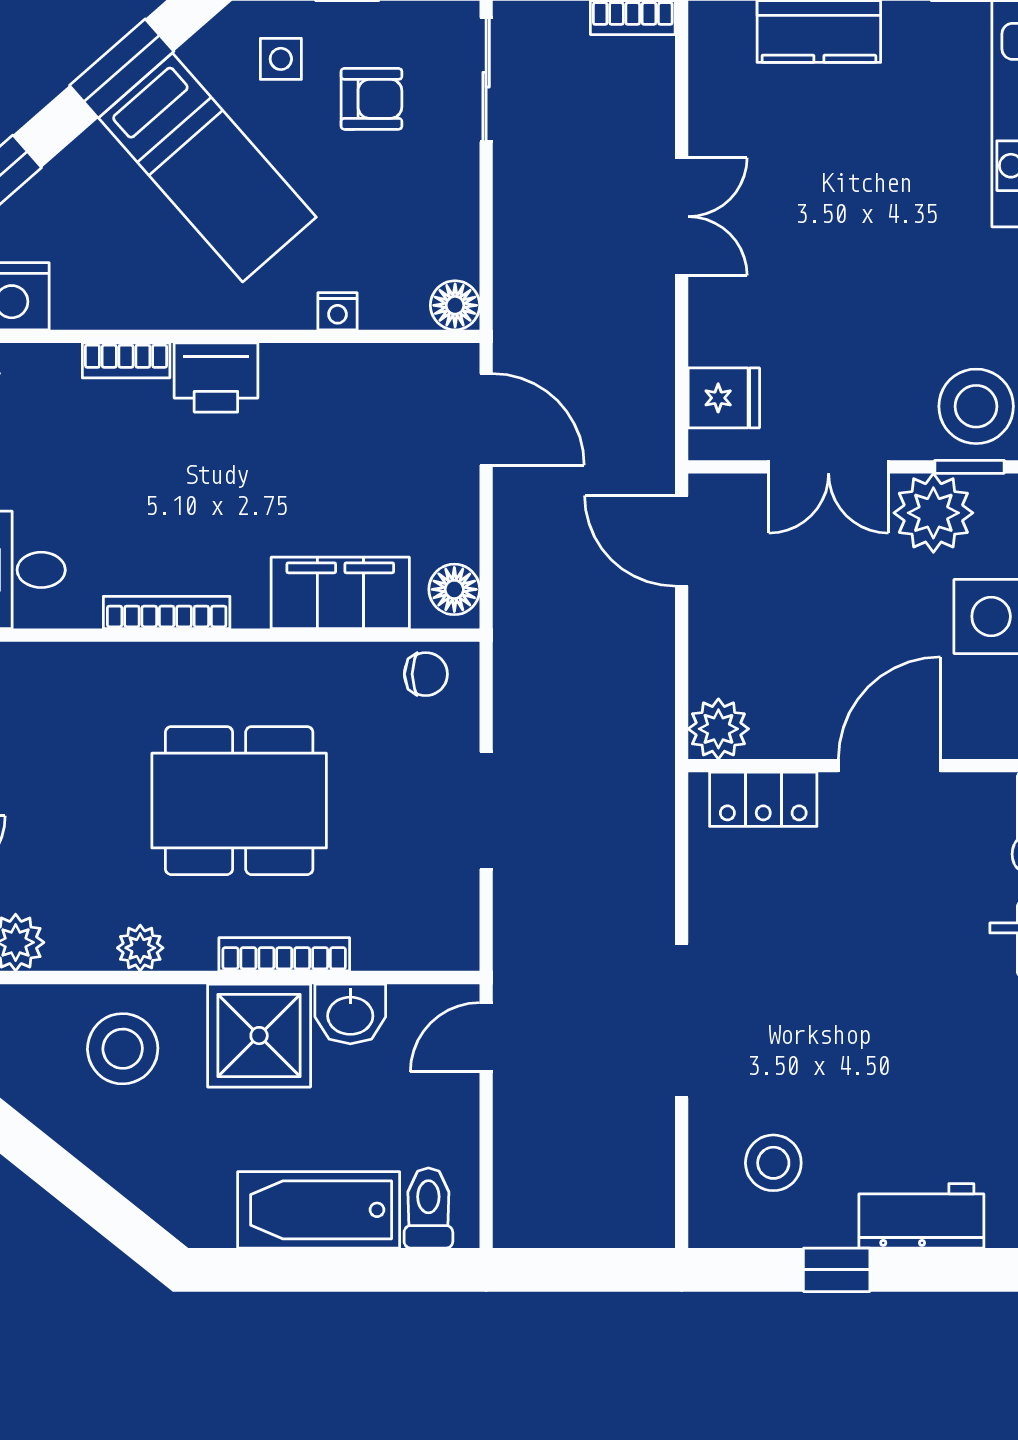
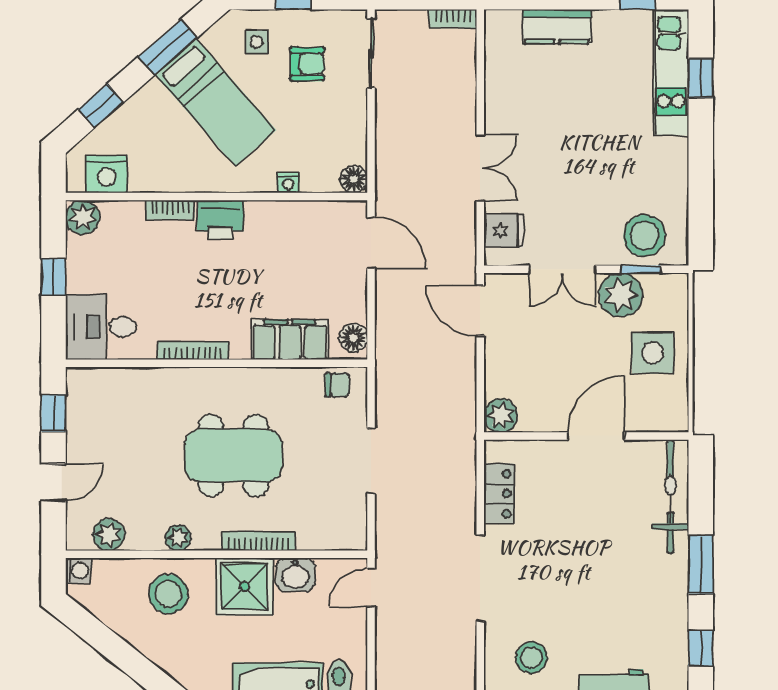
double door: (682, 217) -> (480, 168), moved
locker: (763, 799) -> (499, 494), moved, turned -90

